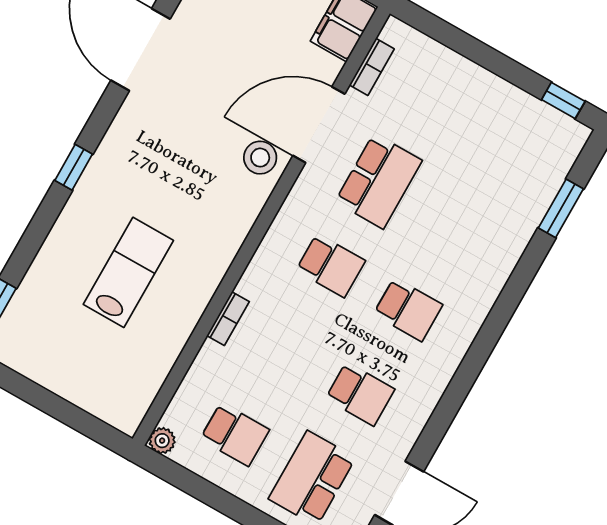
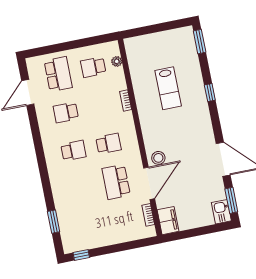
window: (74, 167) -> (210, 93), moved
school desk: (331, 266) -> (109, 144), turned 180
school desk: (408, 309) -> (73, 151), turned 180
plant: (162, 441) -> (117, 61), moved

